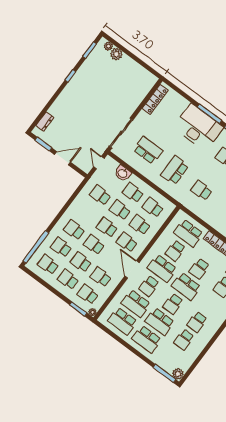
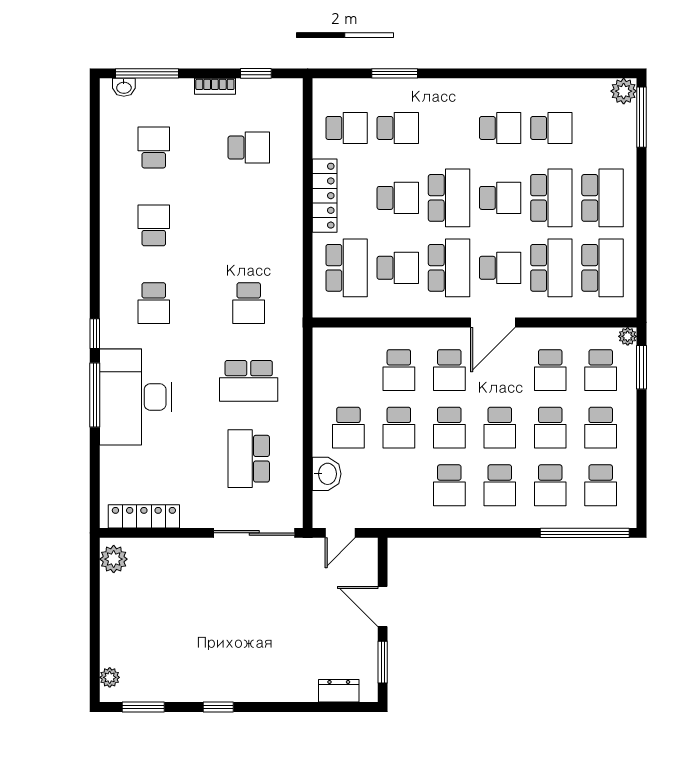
plant: (116, 54) -> (114, 559), moved
school desk: (100, 195) -> (449, 485), moved
school desk: (153, 207) -> (348, 370), removed

